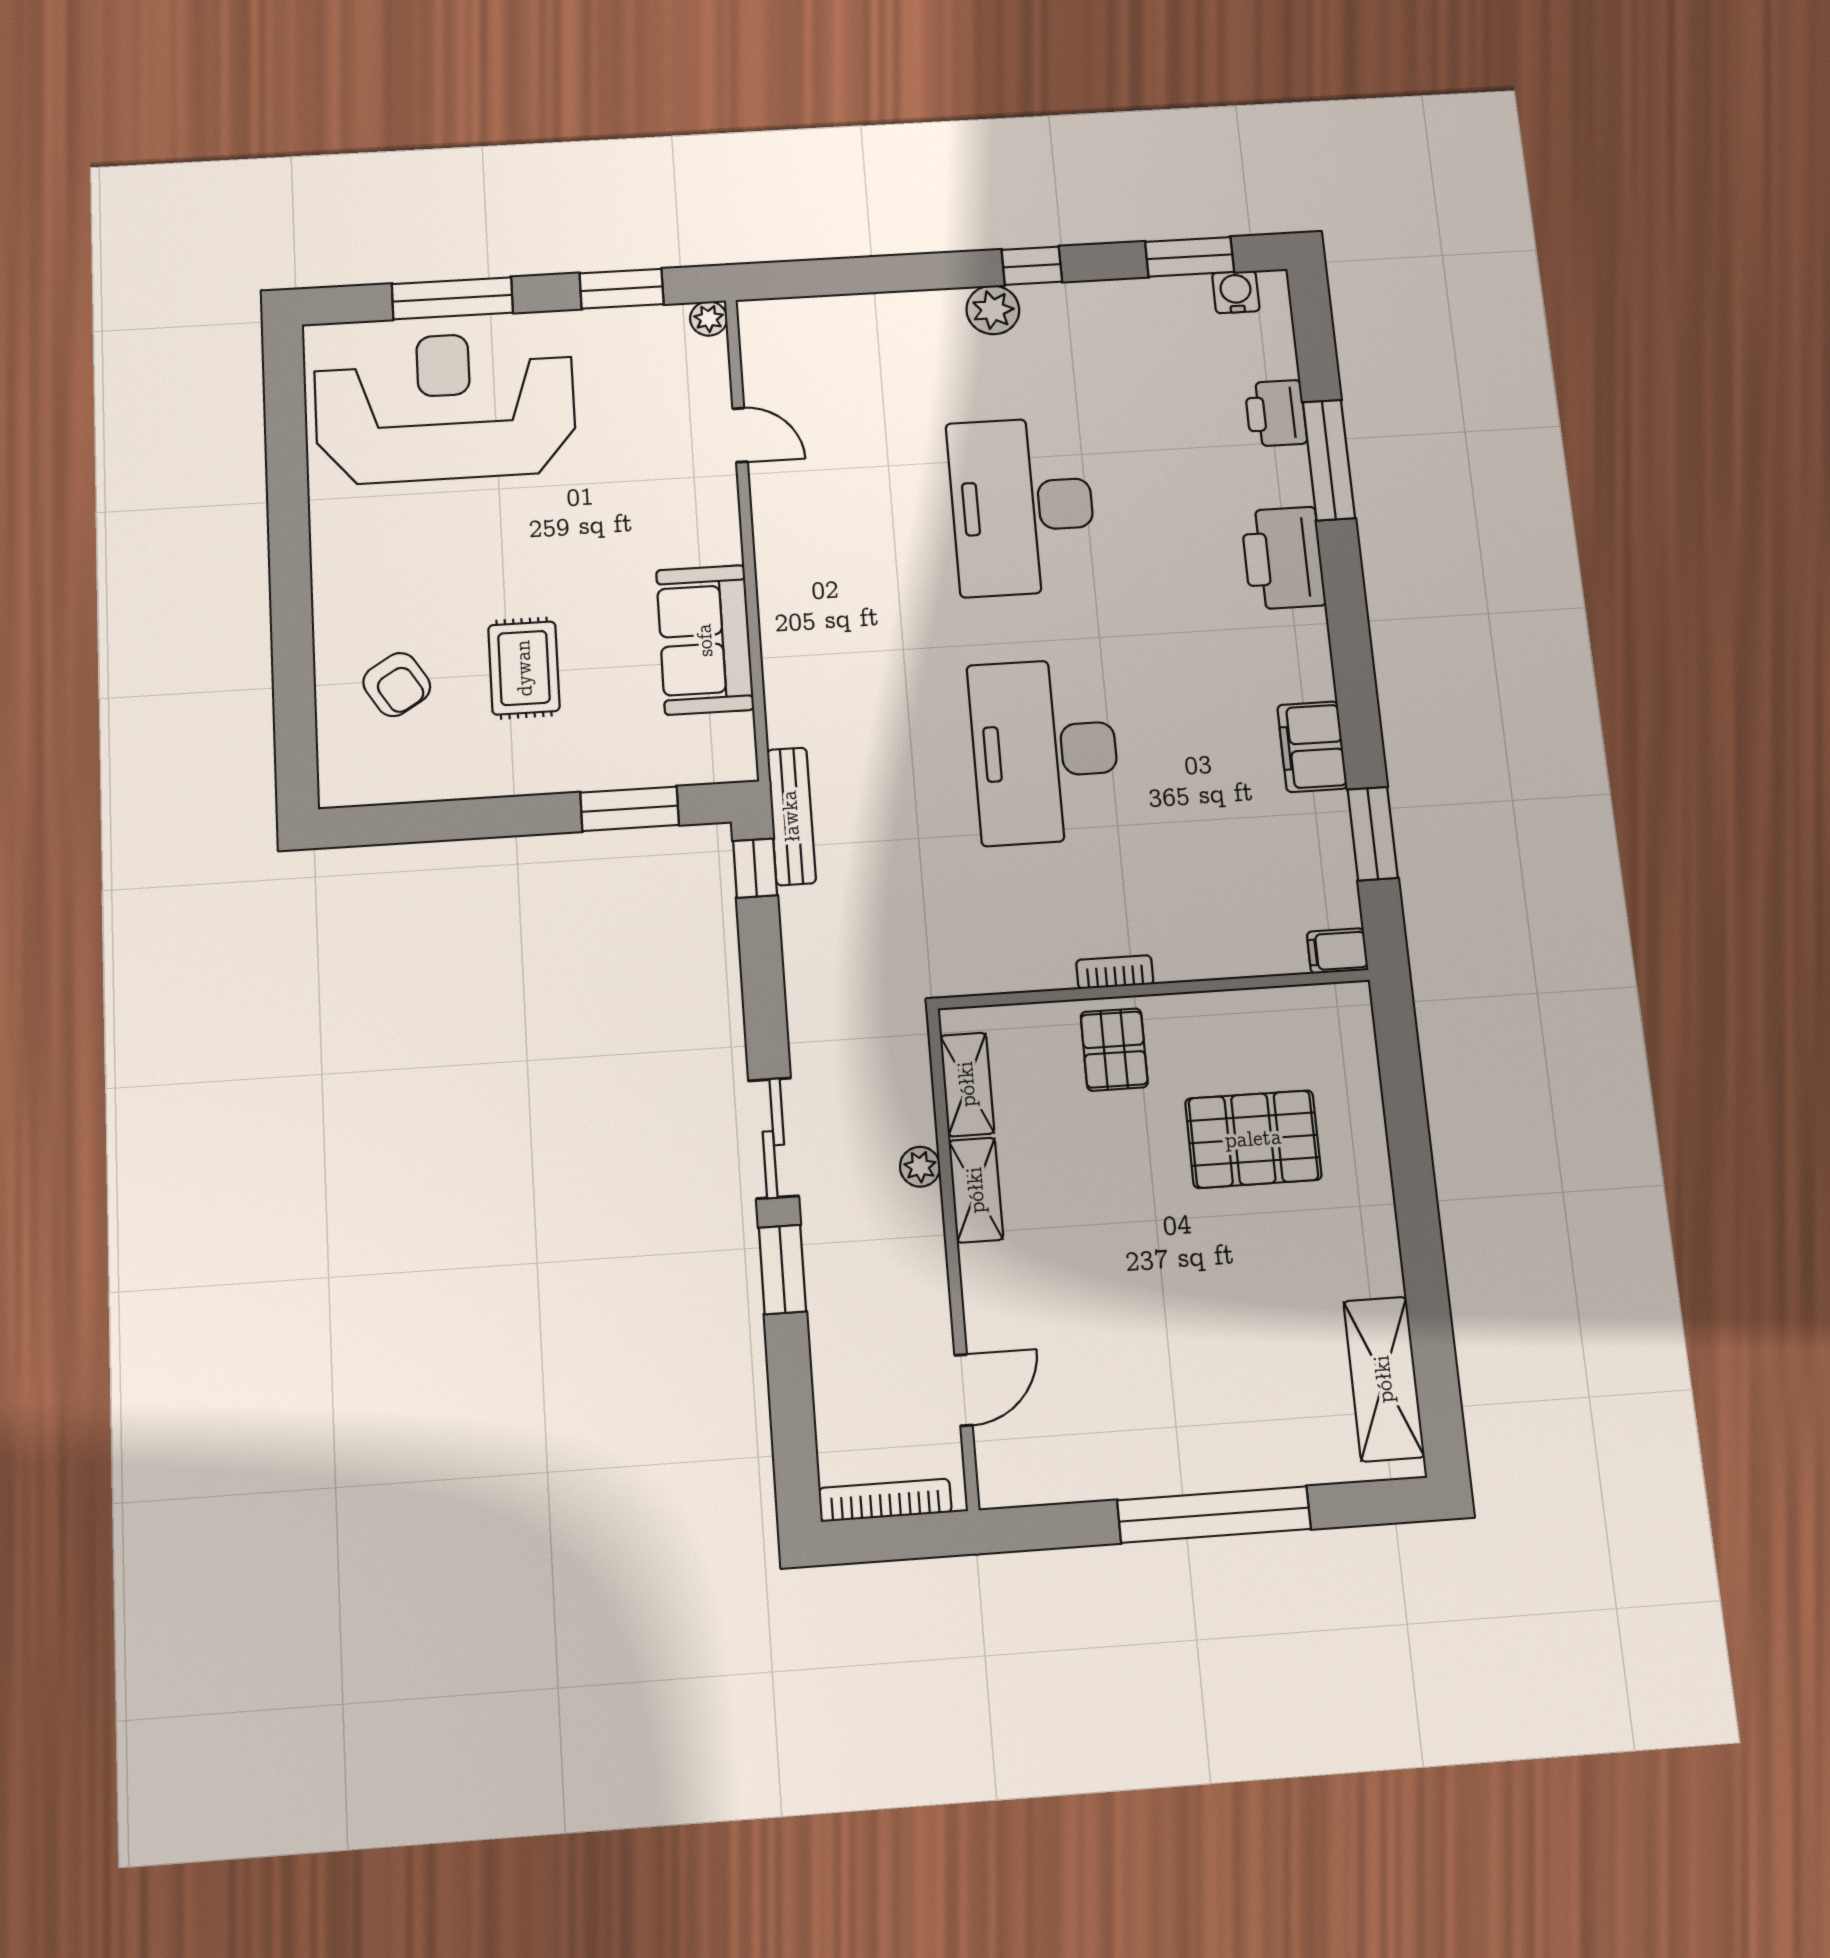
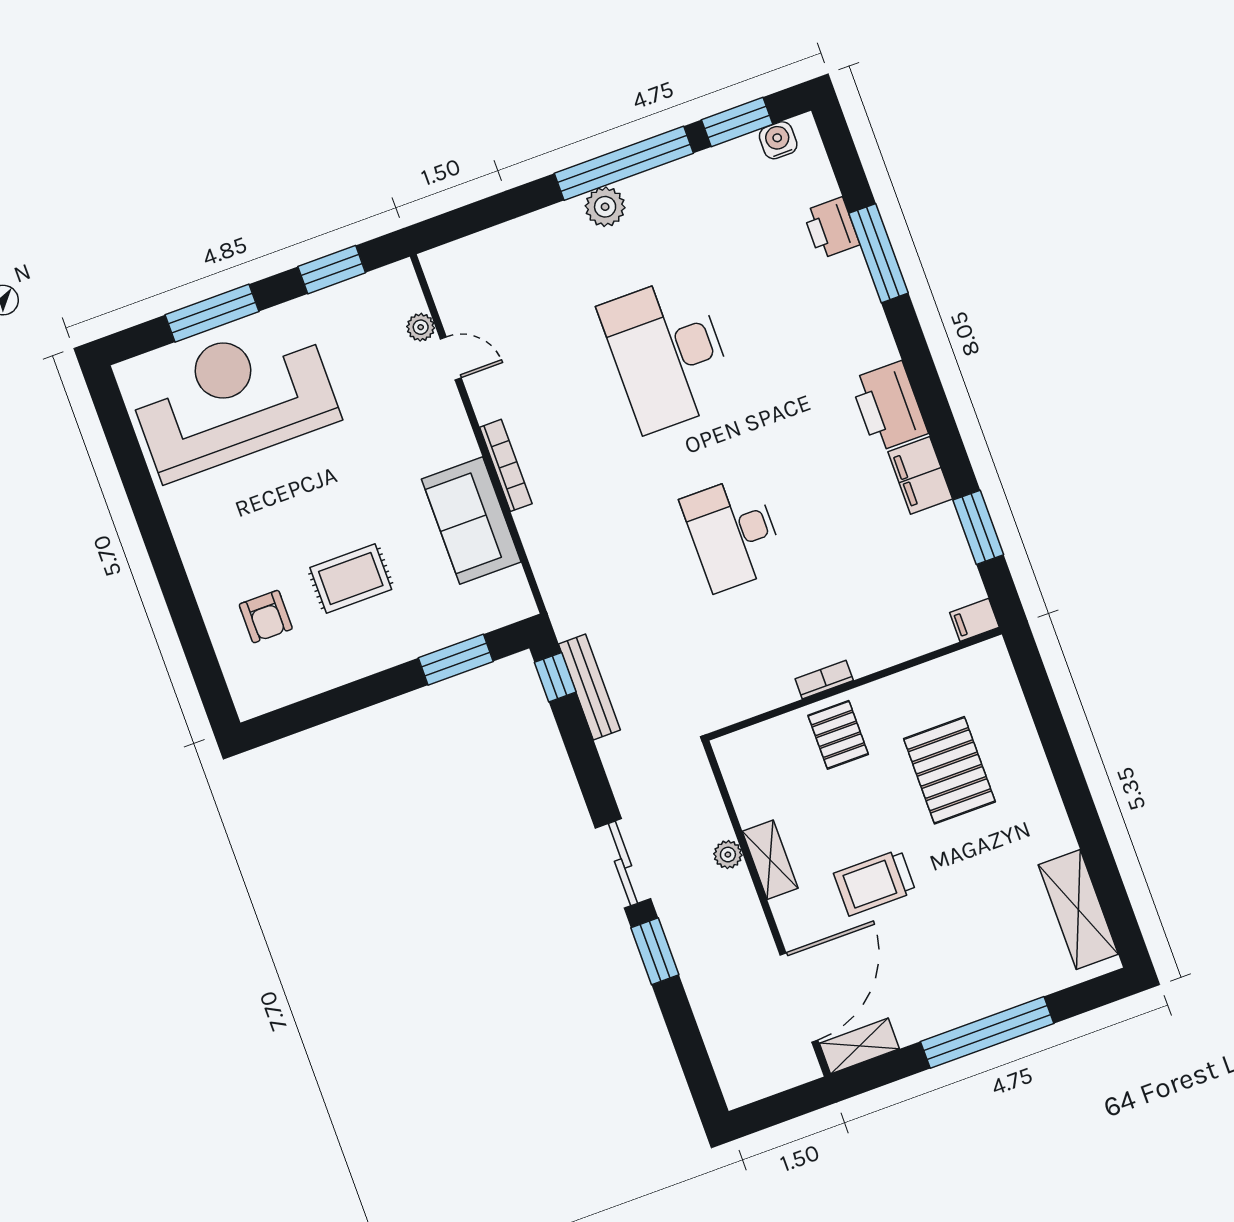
window: (1032, 266) -> (624, 163), width x3.17
plant: (709, 319) -> (421, 327), moved
printer: (1283, 558) -> (889, 406), moved
rug: (524, 668) -> (351, 578), turned 90
armchair: (397, 685) -> (266, 617), turned 32
desk: (1045, 751) -> (733, 533), width x0.73, depth x0.77
bench: (791, 816) -> (589, 687), moved
shelving: (967, 1084) -> (859, 1046), moved, turned 90
pallet: (1253, 1139) -> (949, 770), turned 90
trolley: (1111, 1262) -> (875, 882), added
door: (964, 1390) -> (799, 997), width x1.87
bookcase: (885, 1500) -> (506, 465), moved, turned 90

